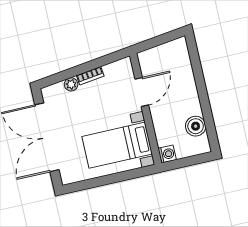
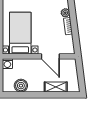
shelving: (186, 74) -> (56, 87), added

